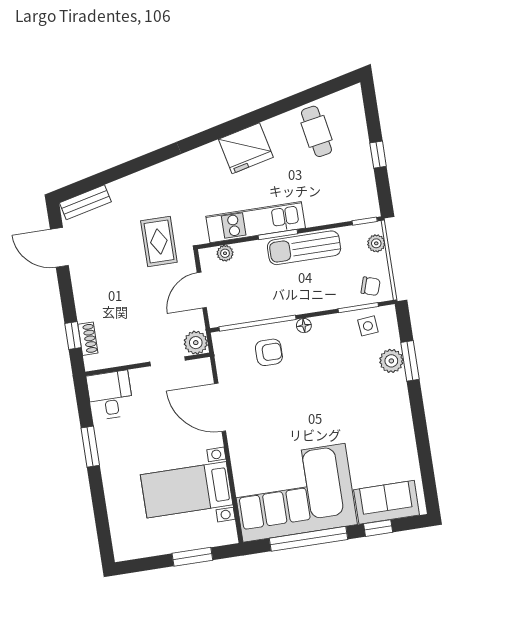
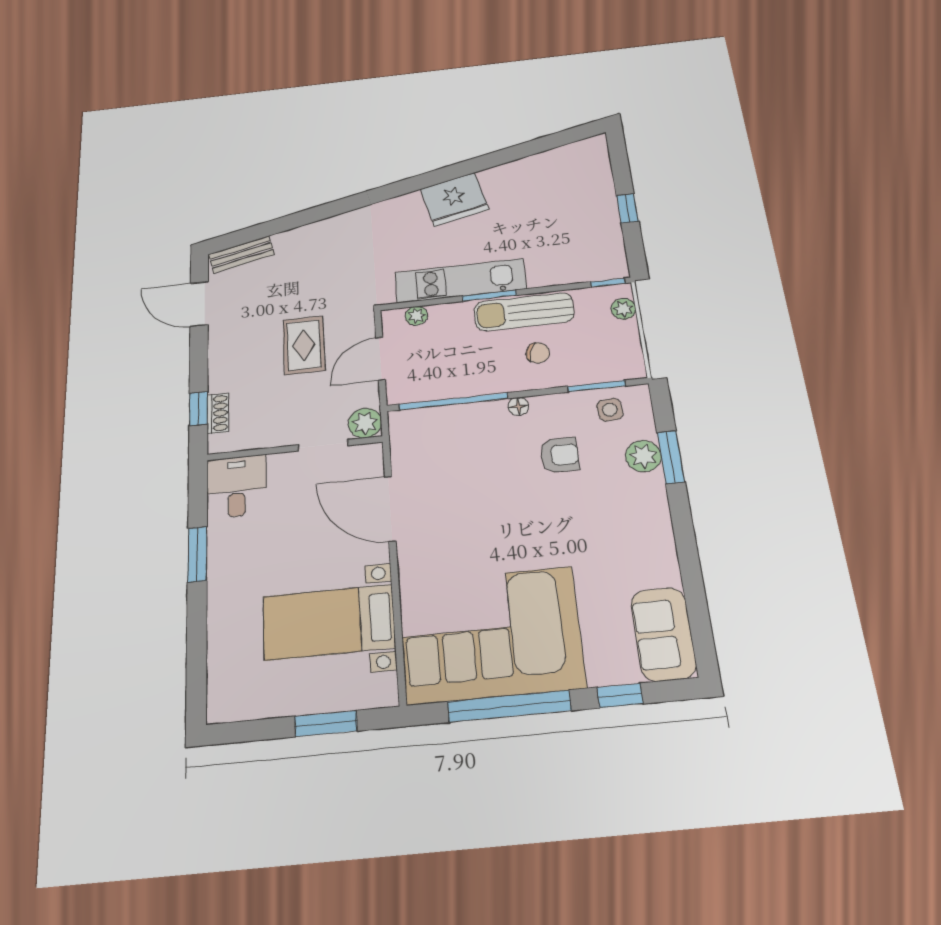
cafe table: (316, 131) -> (547, 183), removed
rug: (159, 241) -> (304, 345), moved
chair: (371, 286) -> (538, 353), moved
armchair: (269, 352) -> (560, 455), moved
sofa: (387, 502) -> (663, 634), moved, turned -90

